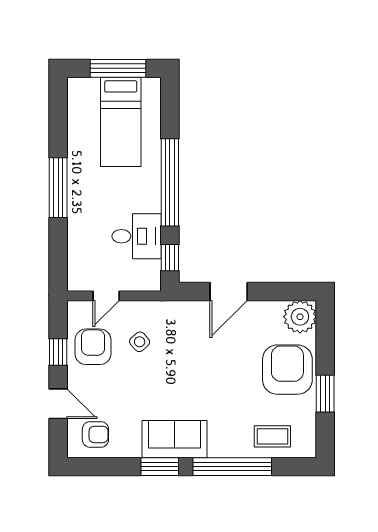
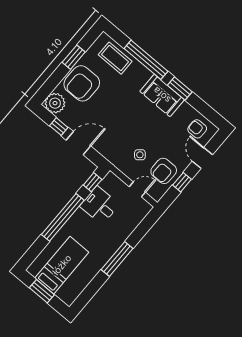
window: (118, 68) -> (42, 291), width x0.69
window: (271, 291) -> (59, 127), added
coffee table: (272, 436) -> (115, 58), width x1.36, depth x1.30

